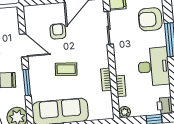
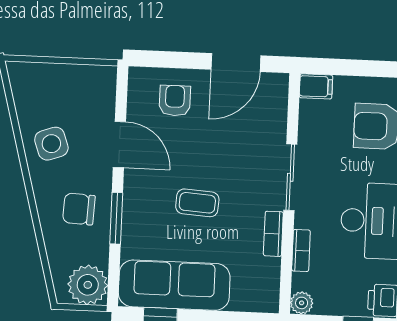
sliding door: (109, 28) -> (290, 177), moved
armchair: (58, 31) -> (175, 101), moved

